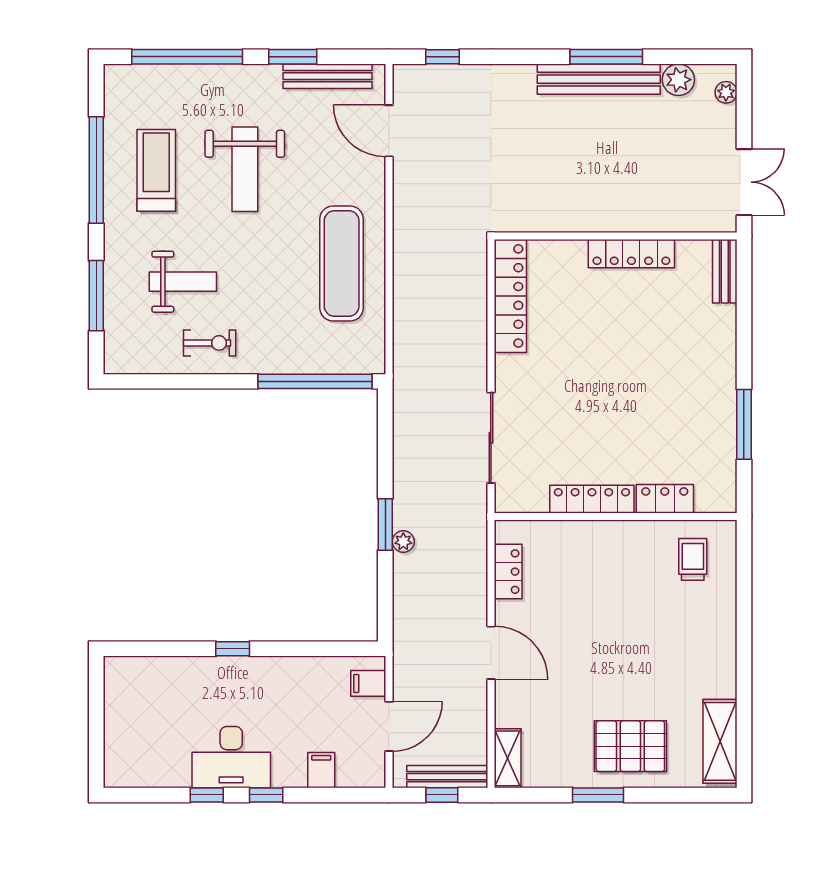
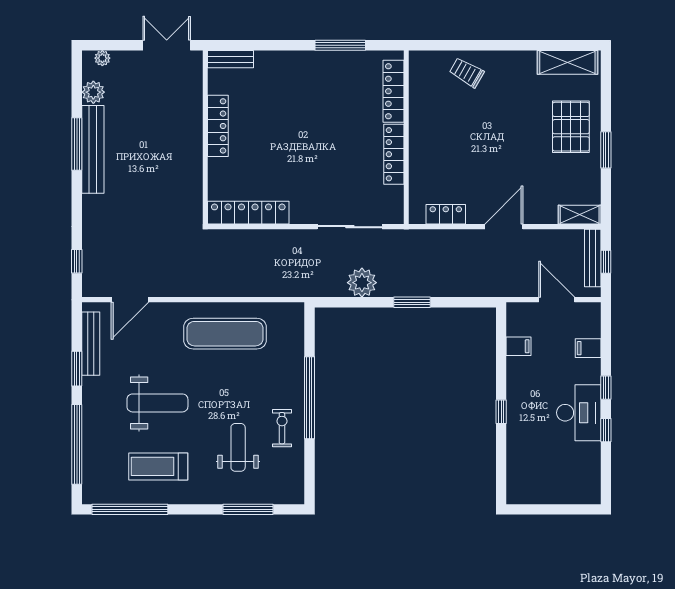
window: (96, 170) -> (130, 509), moved
window: (315, 381) -> (309, 398), moved
locker: (665, 499) -> (394, 91), width x1.53
plant: (403, 542) -> (362, 283), moved, width x1.87, depth x1.87
trolley: (693, 559) -> (467, 72), moved, turned 30
filing cabinet: (368, 683) -> (519, 346), moved, turned -90

